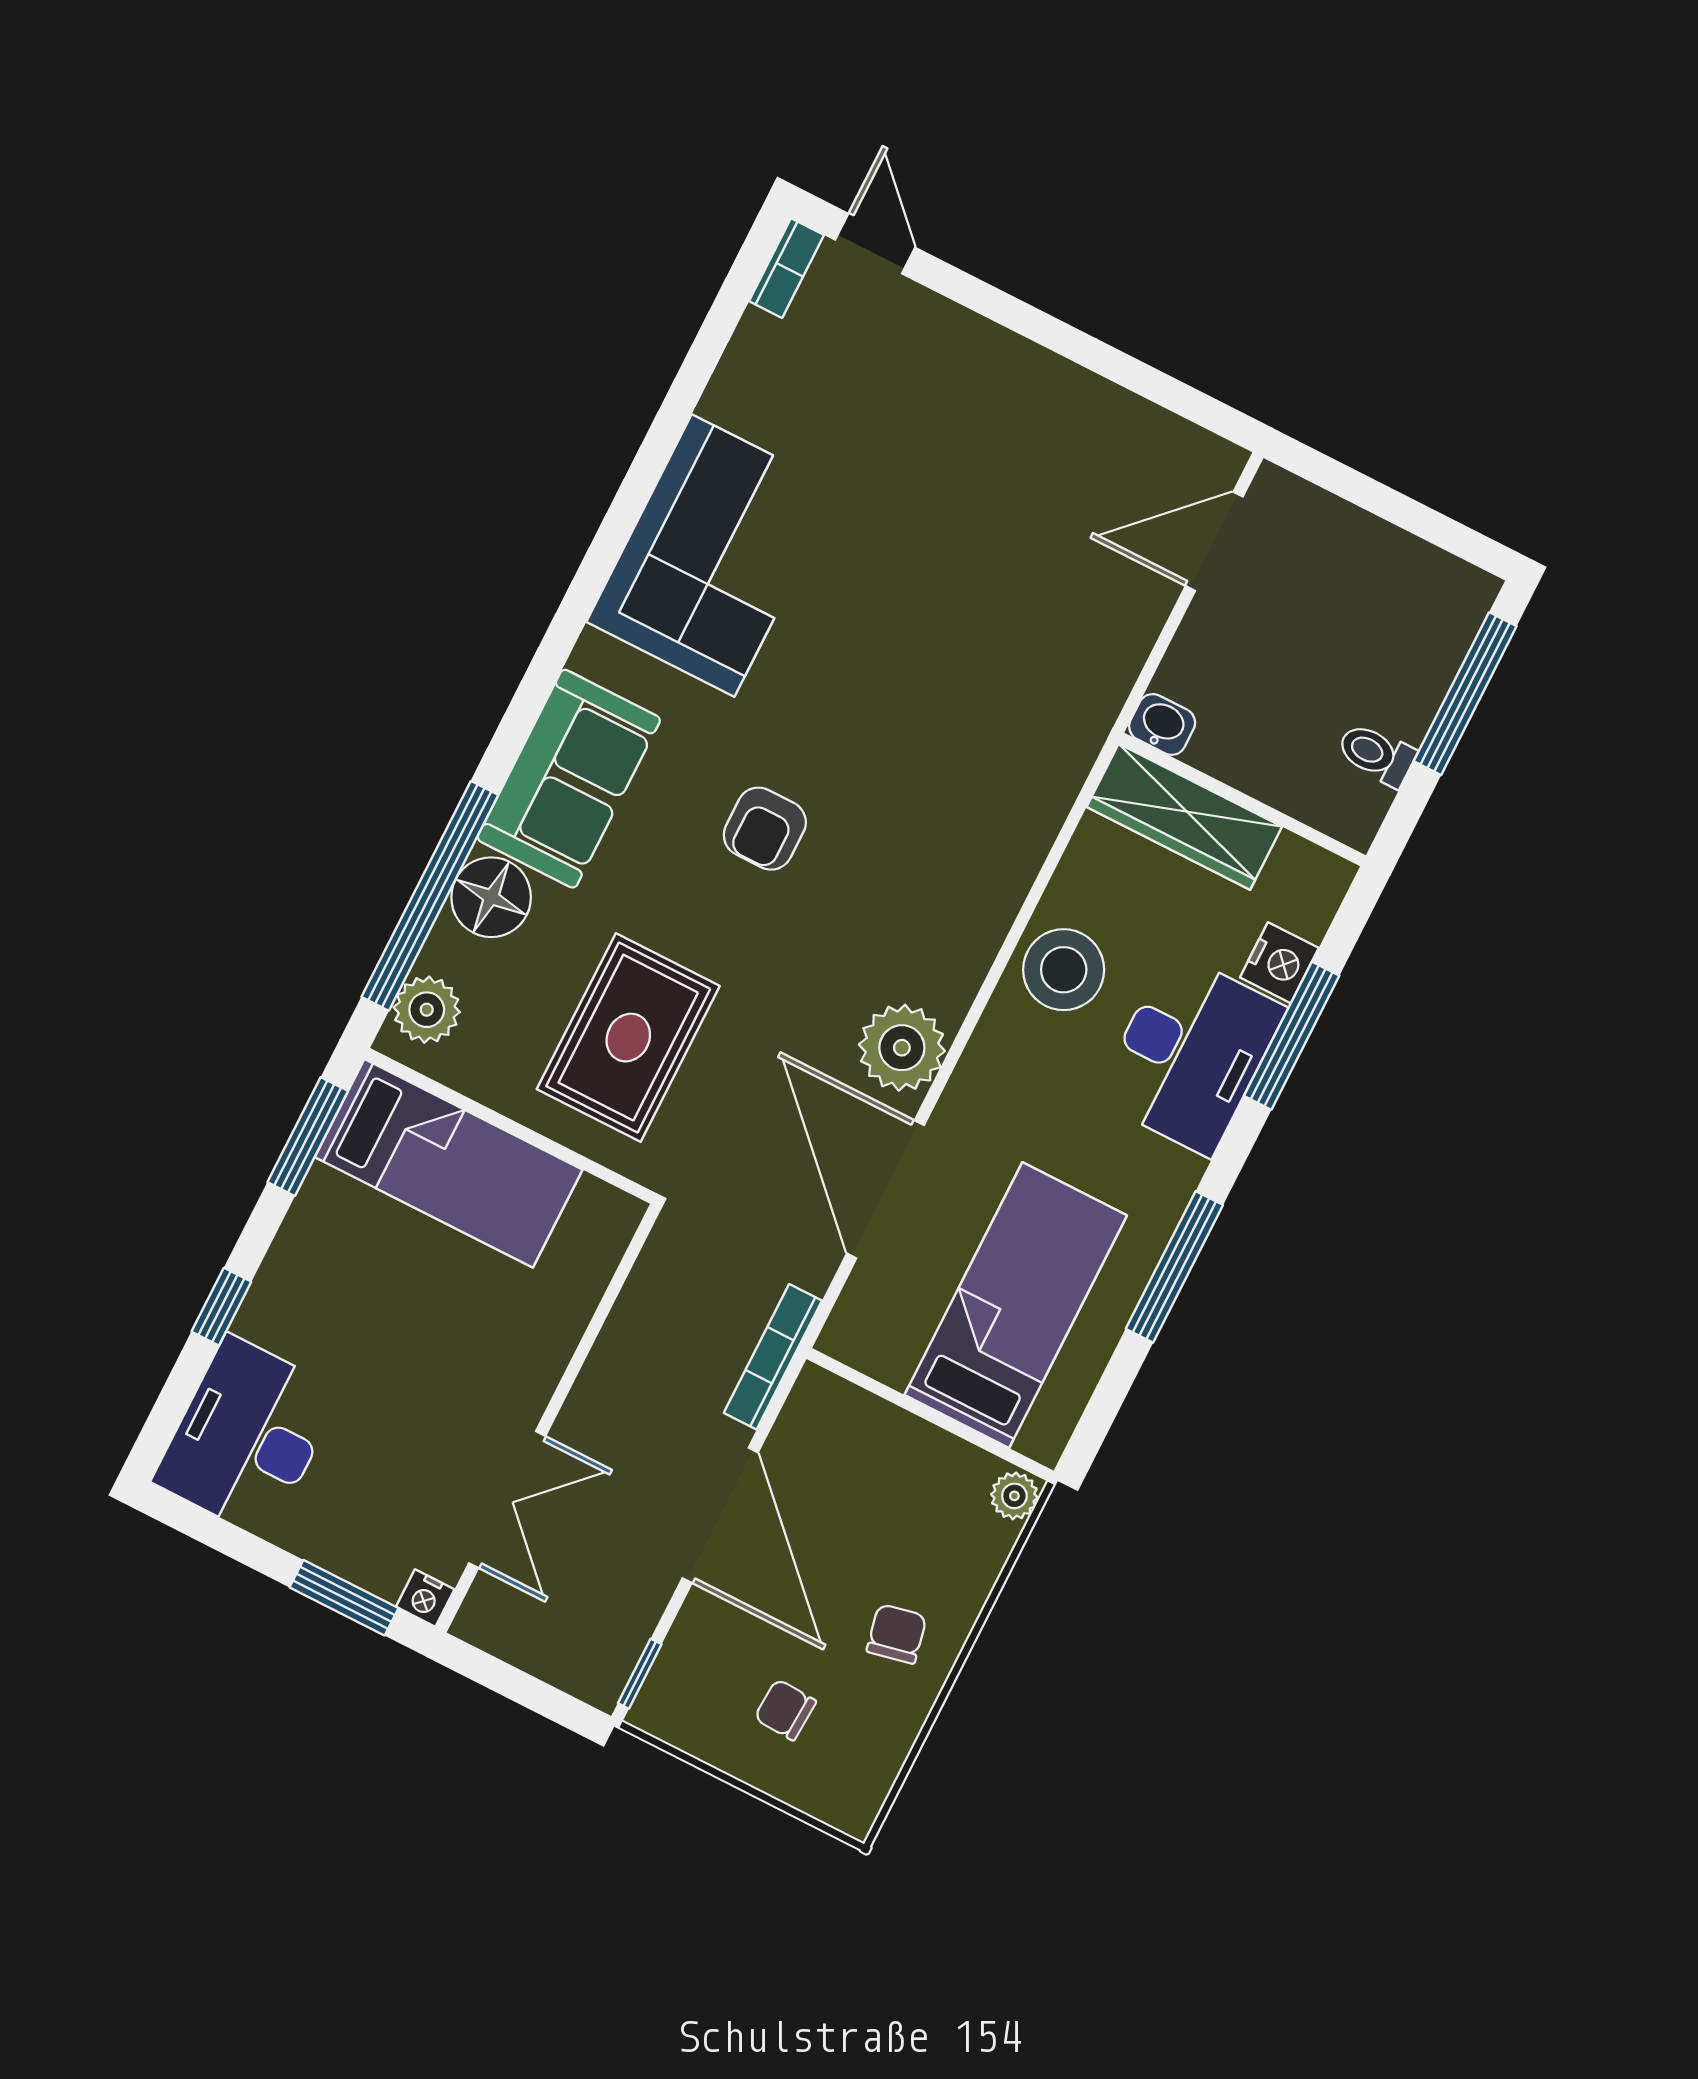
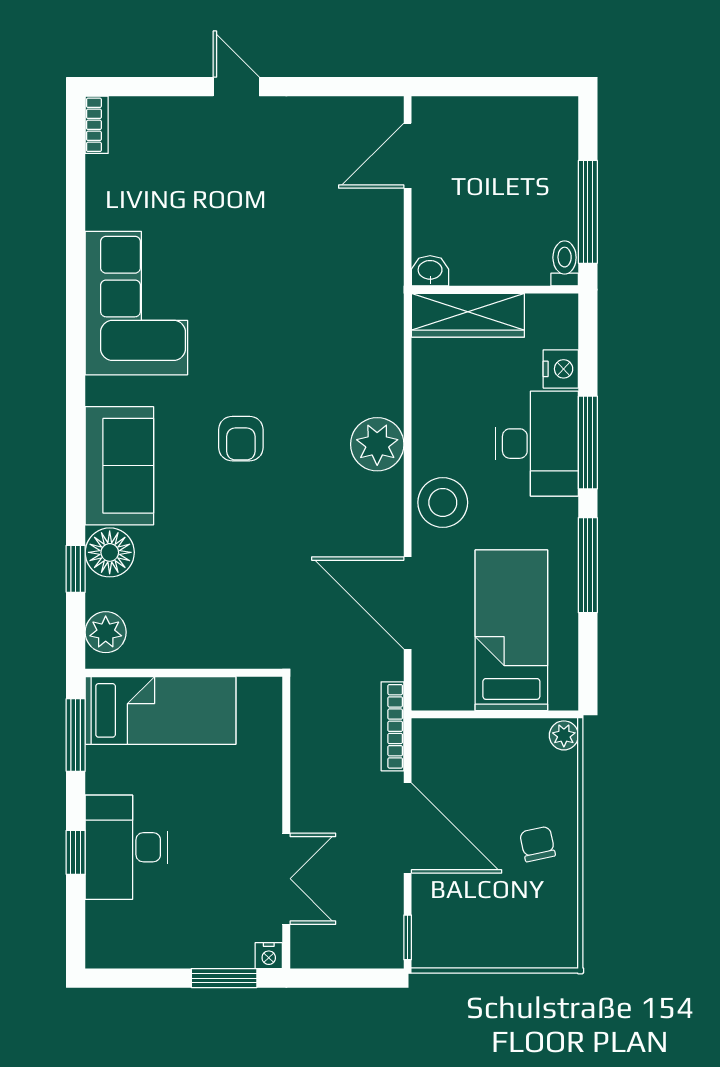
door: (875, 244) -> (236, 87), moved
window: (1465, 694) -> (588, 212), moved
toilet: (1376, 754) -> (565, 263), moved, turned 90
window: (430, 896) -> (76, 569), width x0.32
stool: (1064, 970) -> (443, 502), moved
window: (1292, 1036) -> (588, 443), moved
rug: (628, 1038) -> (224, 591), removed
plant: (902, 1048) -> (377, 444), moved
desk: (247, 1437) -> (126, 847), moved
chair: (785, 1710) -> (498, 917), removed

